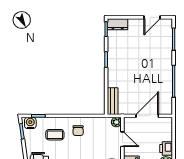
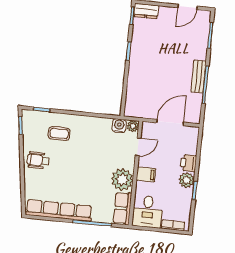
bench: (113, 101) -> (198, 76), moved
water cooler: (30, 123) -> (119, 126), moved
chair: (78, 131) -> (87, 131), removed
door: (122, 139) -> (138, 147), hinge flipped

